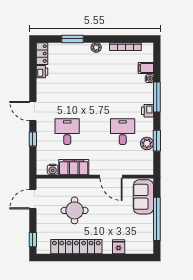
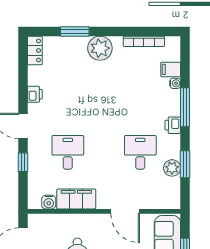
plant: (96, 47) -> (100, 48), width x1.88, depth x1.88
printer: (42, 72) -> (35, 94), moved

